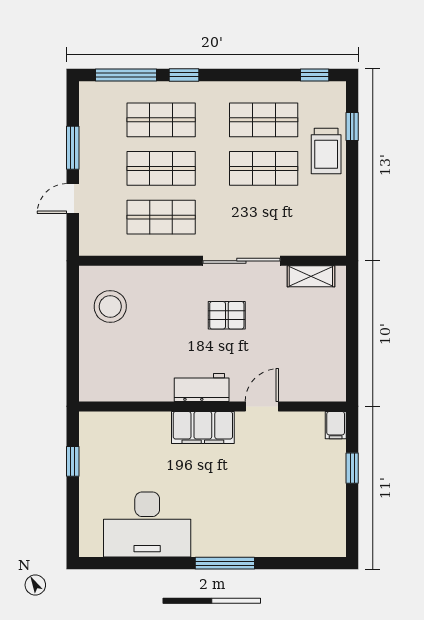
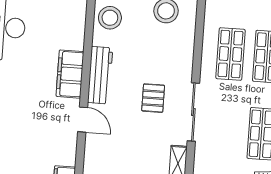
stool: (125, 380) -> (110, 18), added
workbench: (202, 388) -> (100, 75), width x1.38

